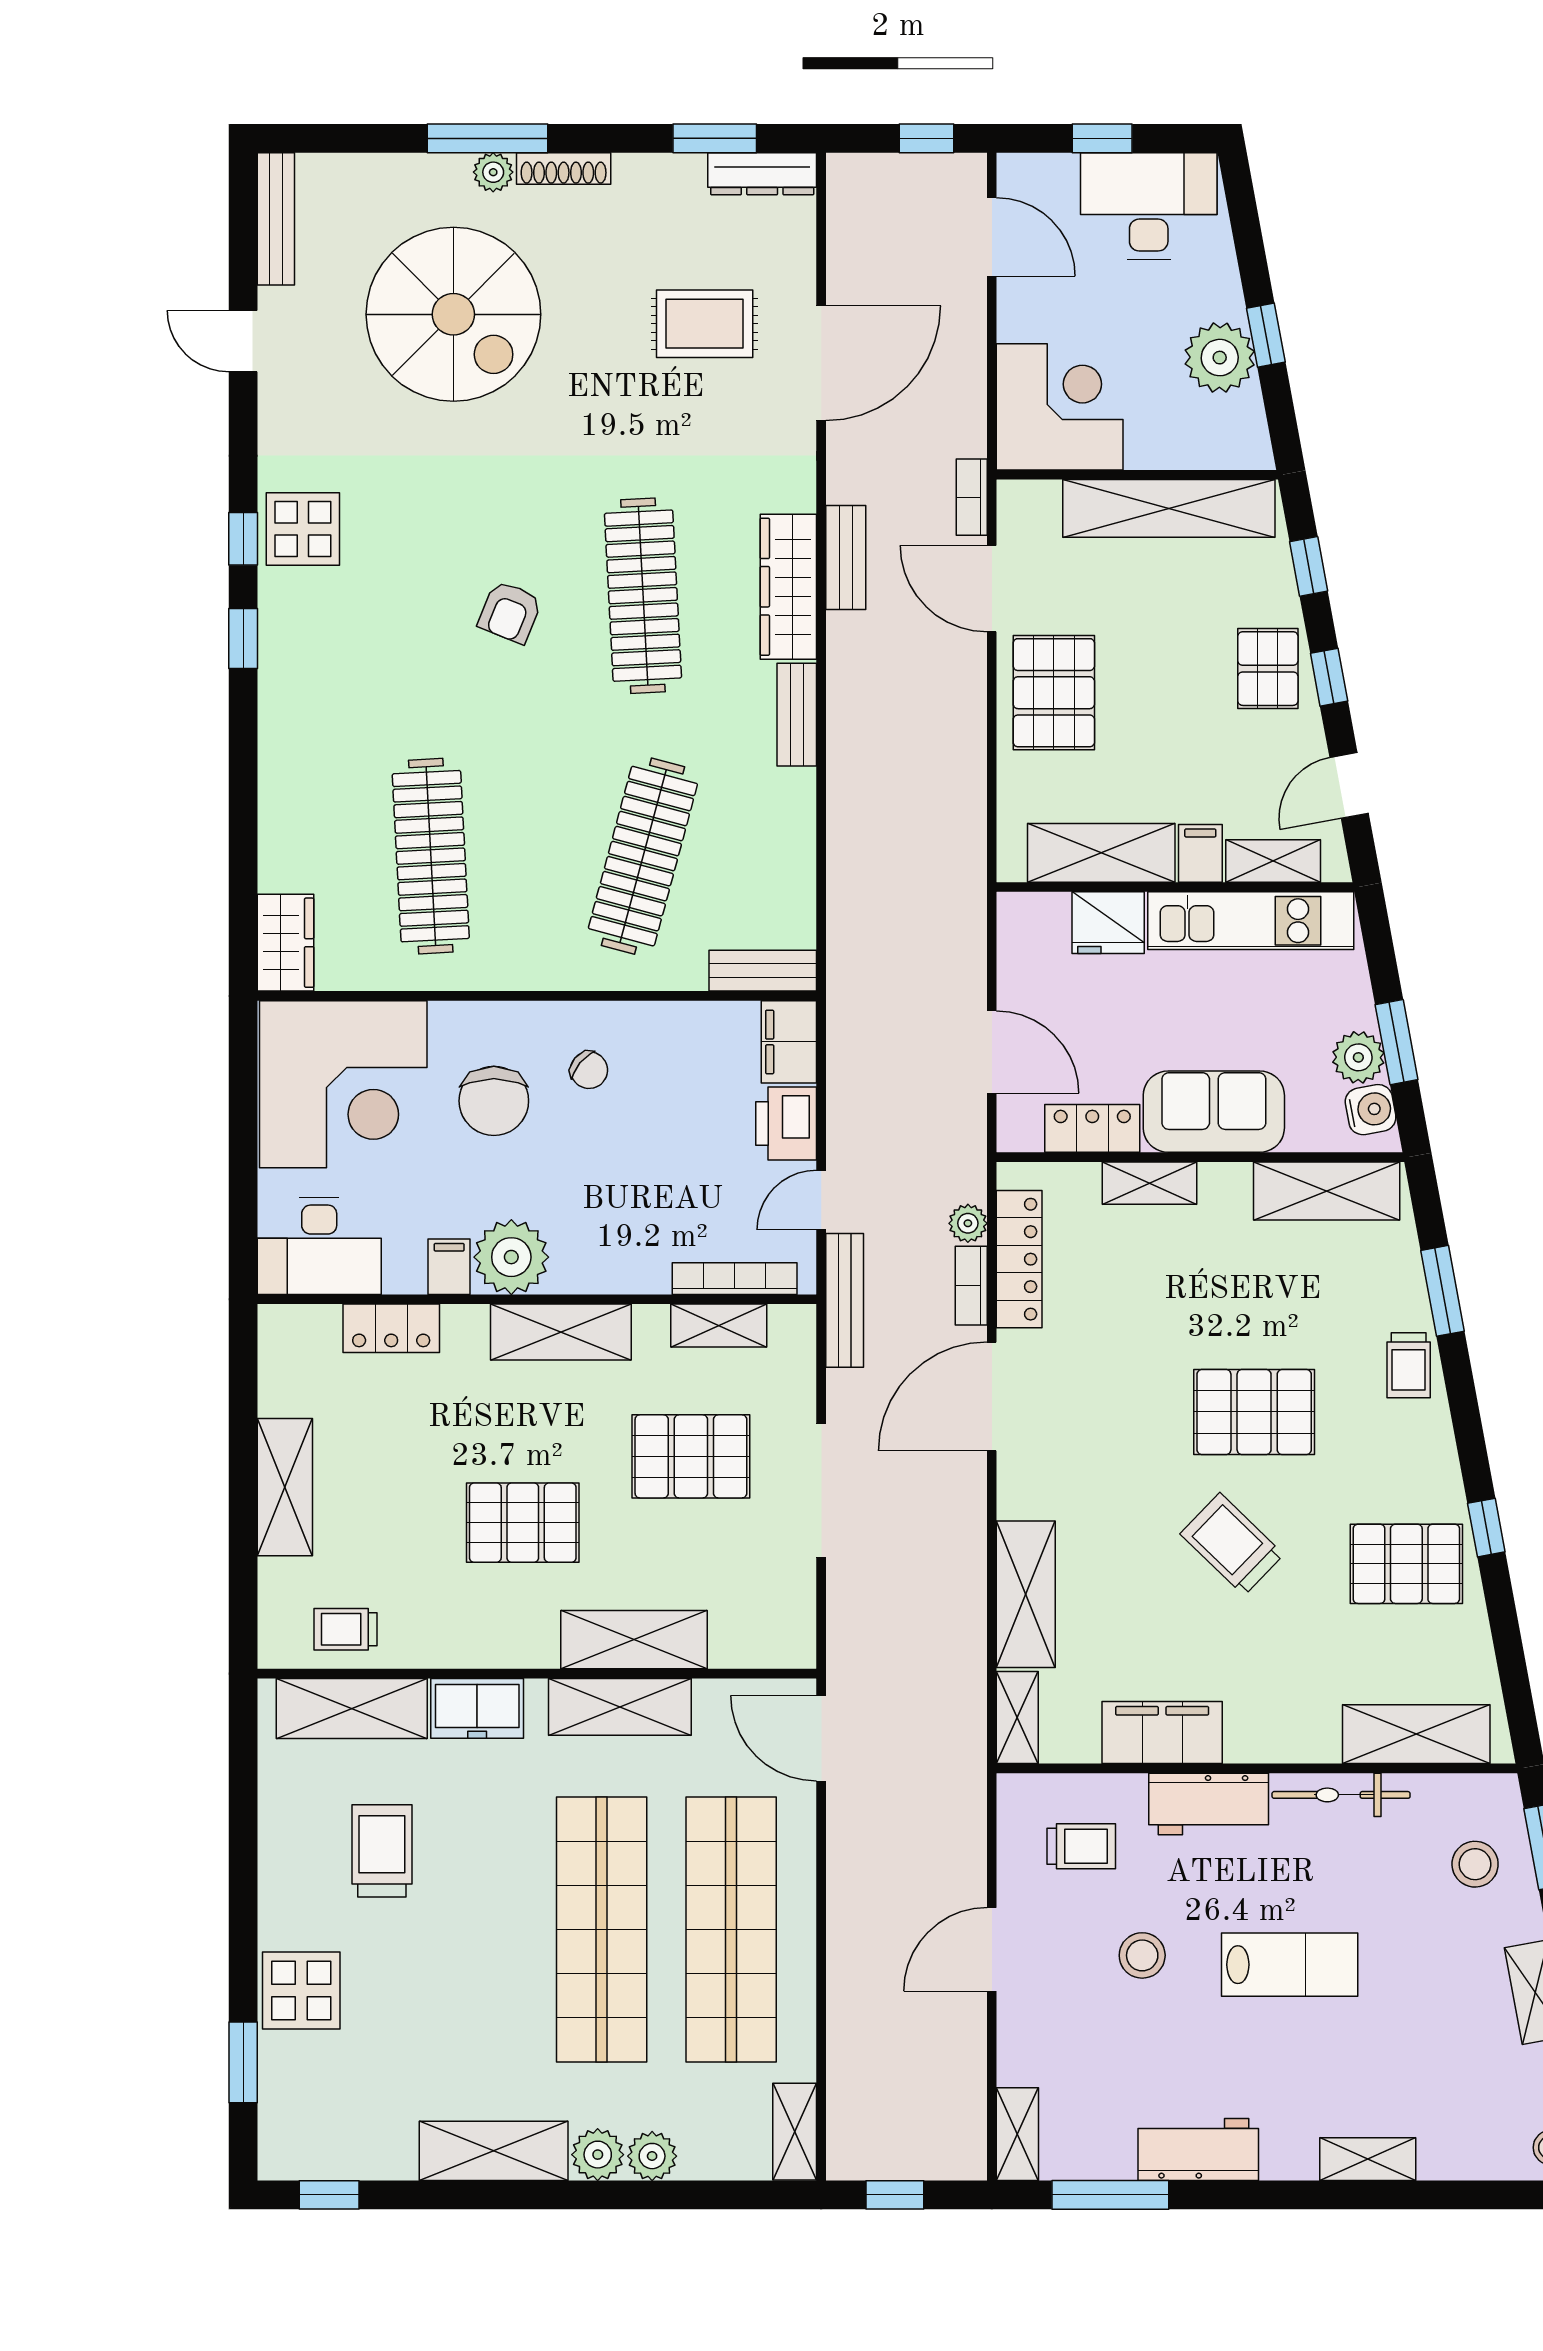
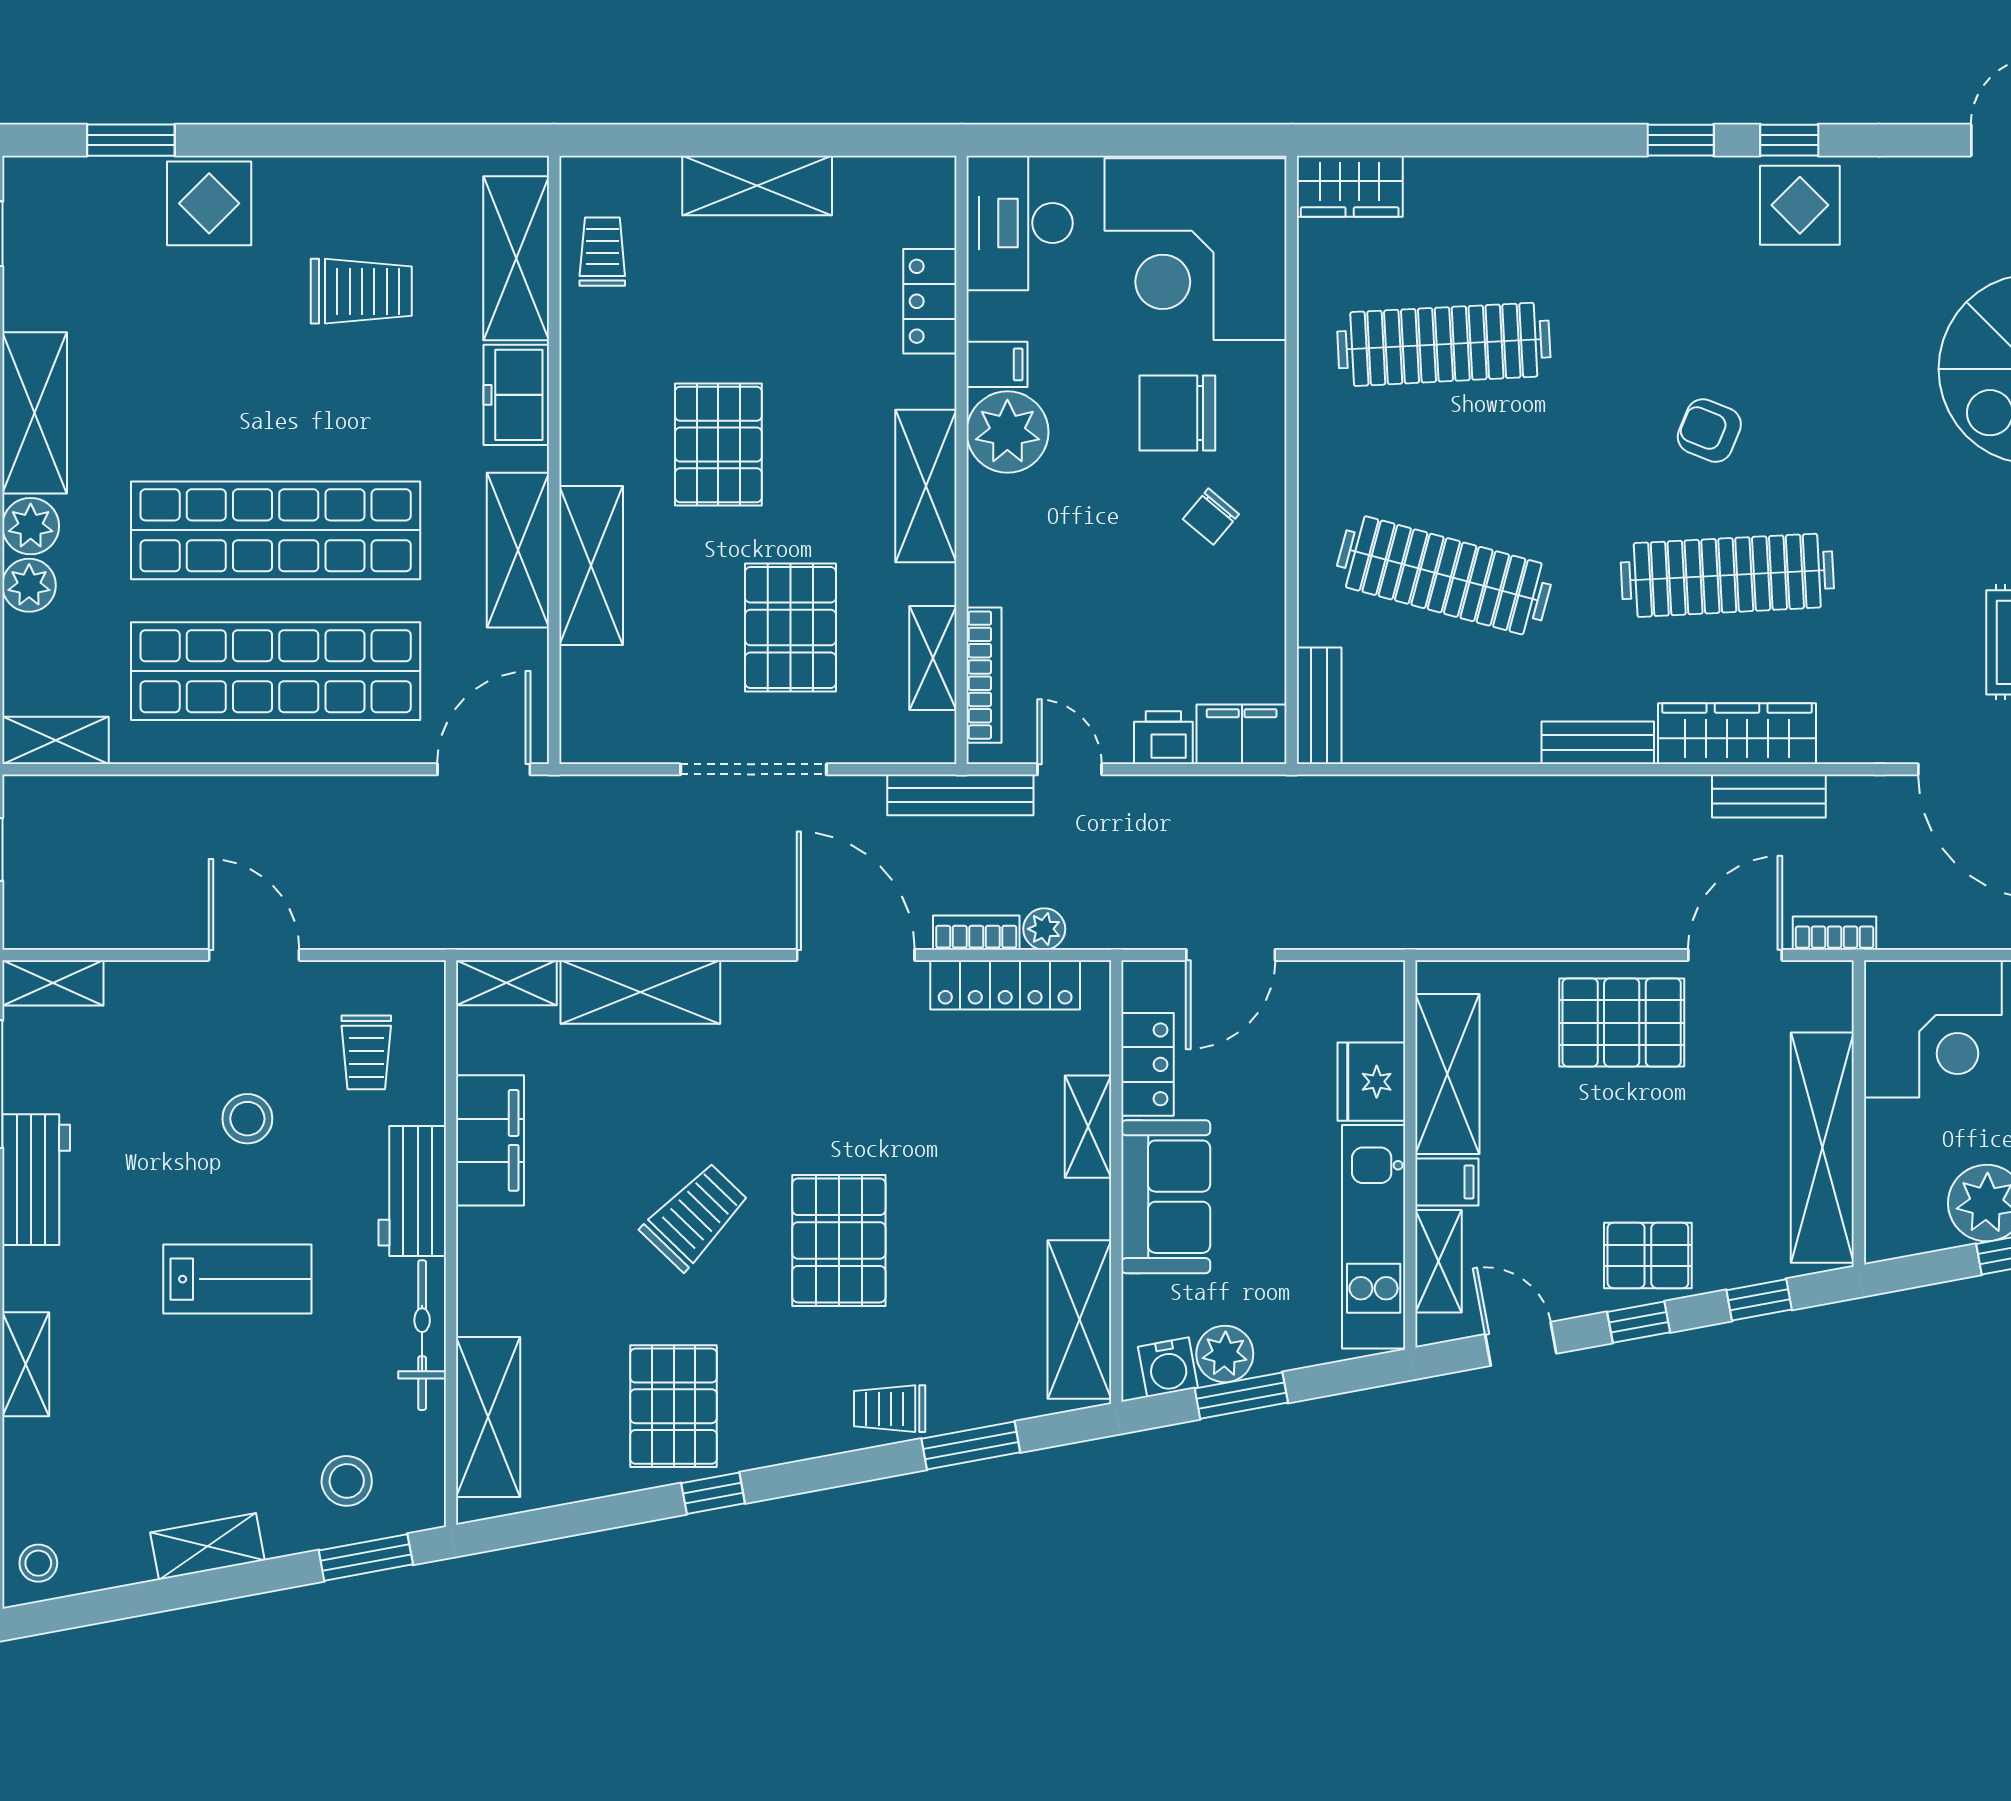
printer: (786, 1124) -> (1163, 738), width x0.73, depth x0.81
lab bench: (1290, 1965) -> (237, 1279), turned -90

